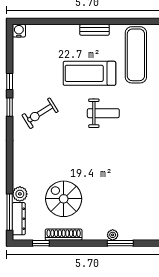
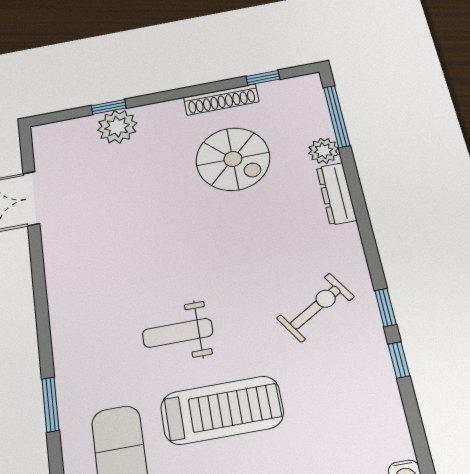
dresser: (19, 219) -> (336, 194), moved
plant: (113, 235) -> (117, 127), width x1.88, depth x1.88
window: (120, 243) -> (109, 107), width x0.67

